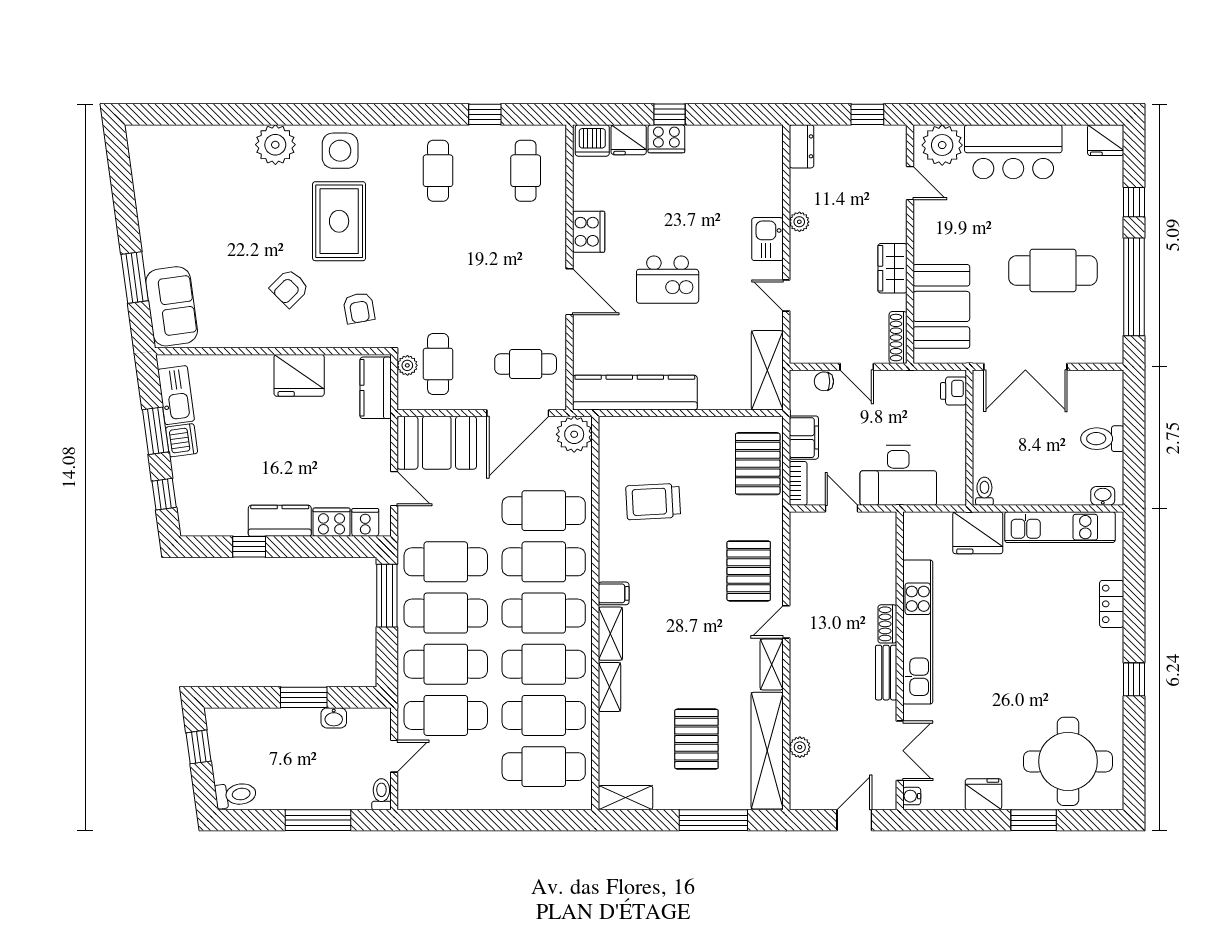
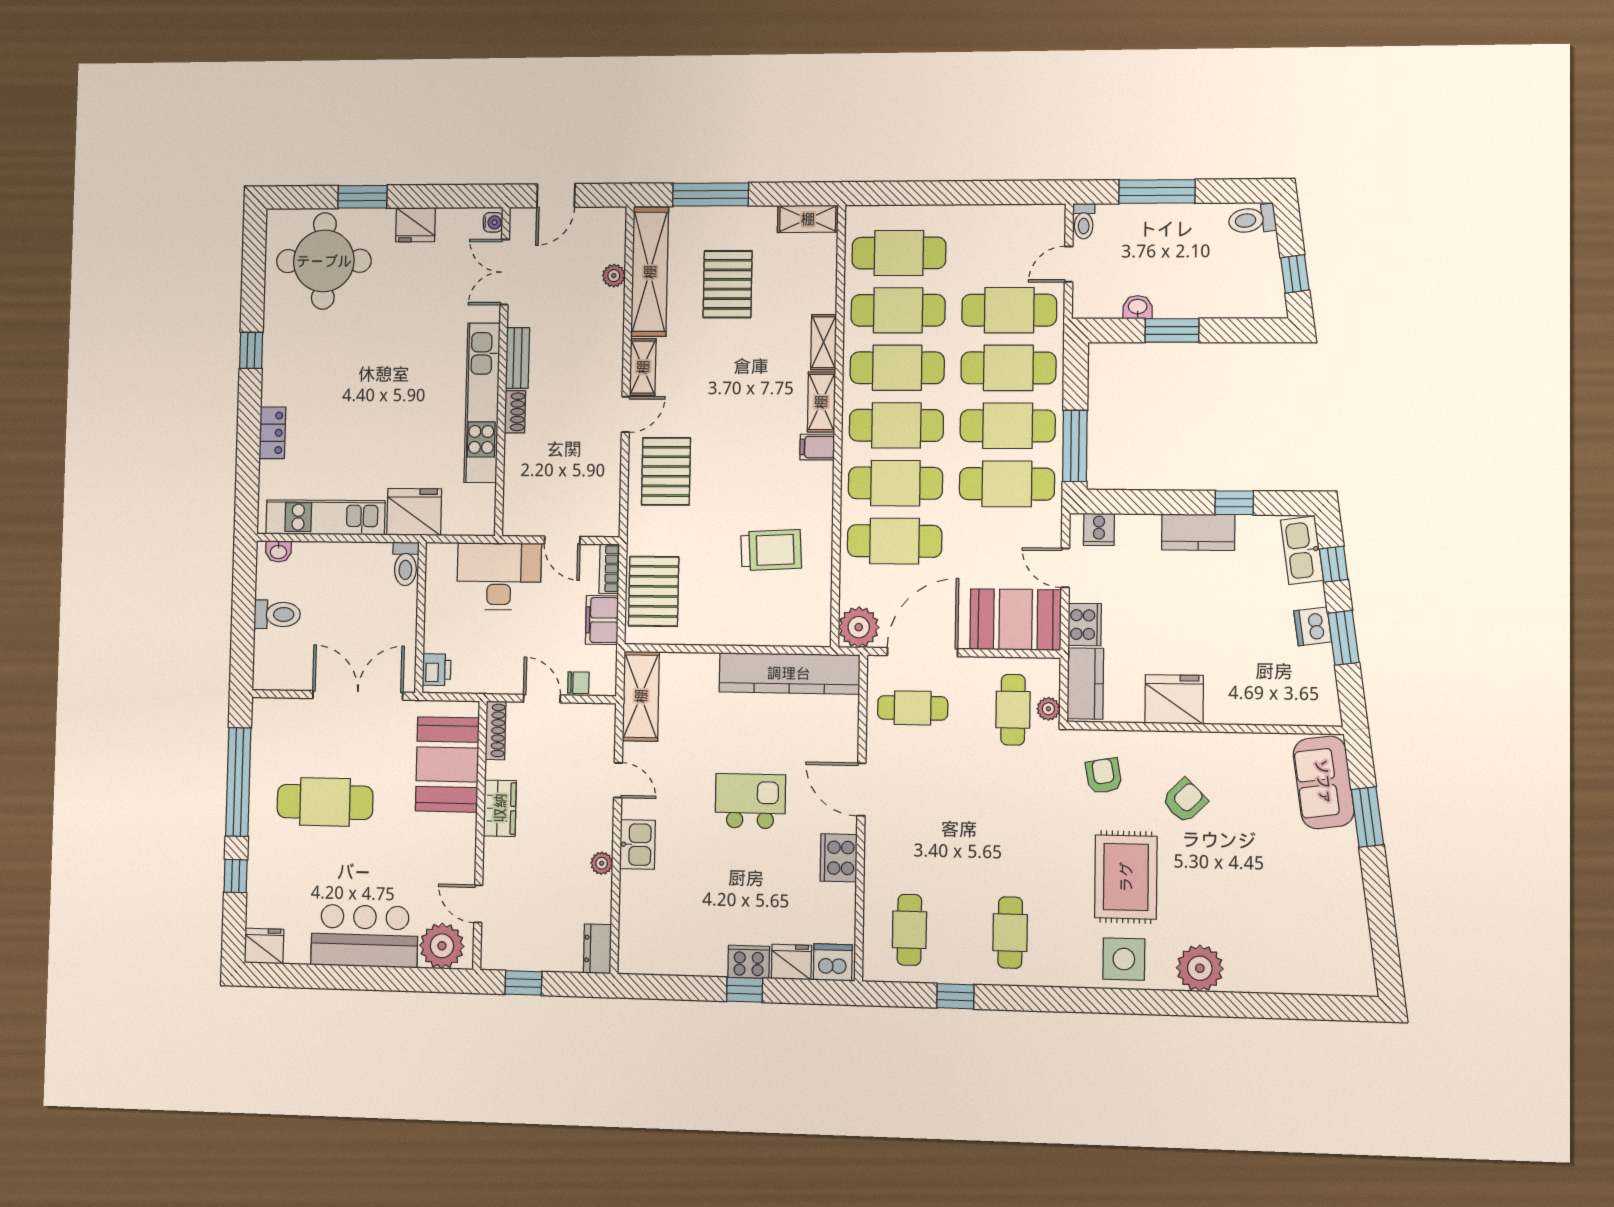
kitchen sink: (176, 395) -> (1302, 550), moved
toilet: (984, 491) -> (406, 564), width x1.37, depth x1.39
cooker: (331, 522) -> (1085, 625), moved, turned -90

